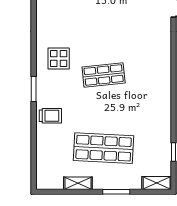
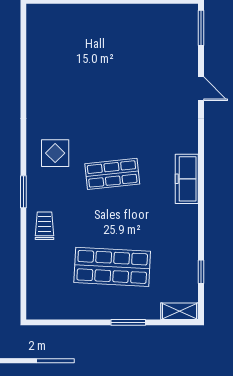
freezer: (162, 79) -> (187, 179), added
trolley: (50, 116) -> (45, 226), turned -90
shelving: (78, 183) -> (80, 311), removed

